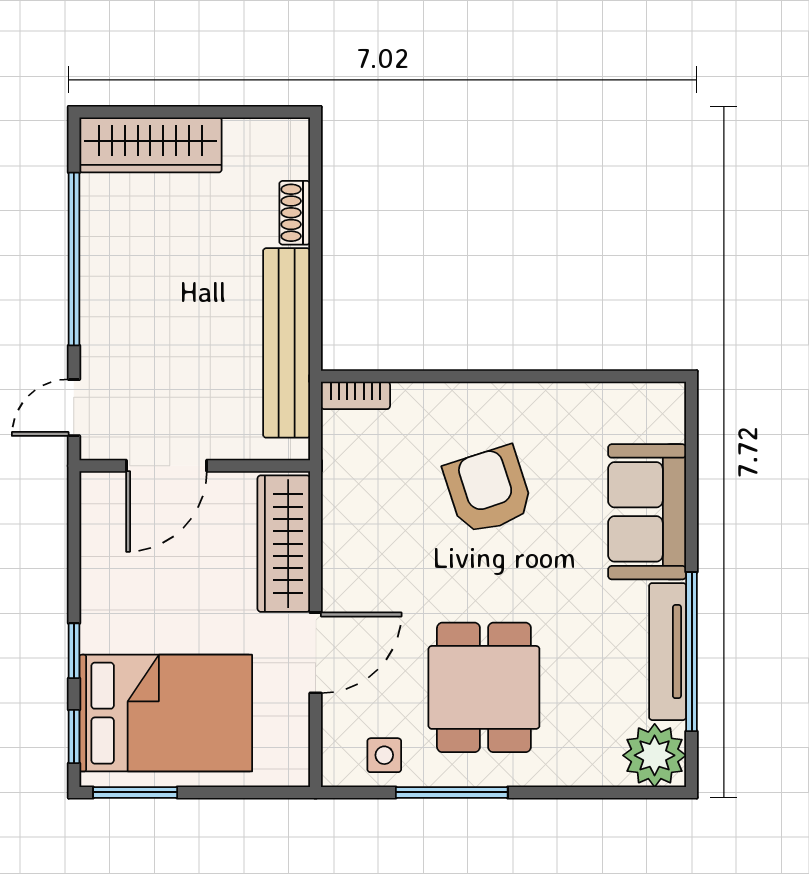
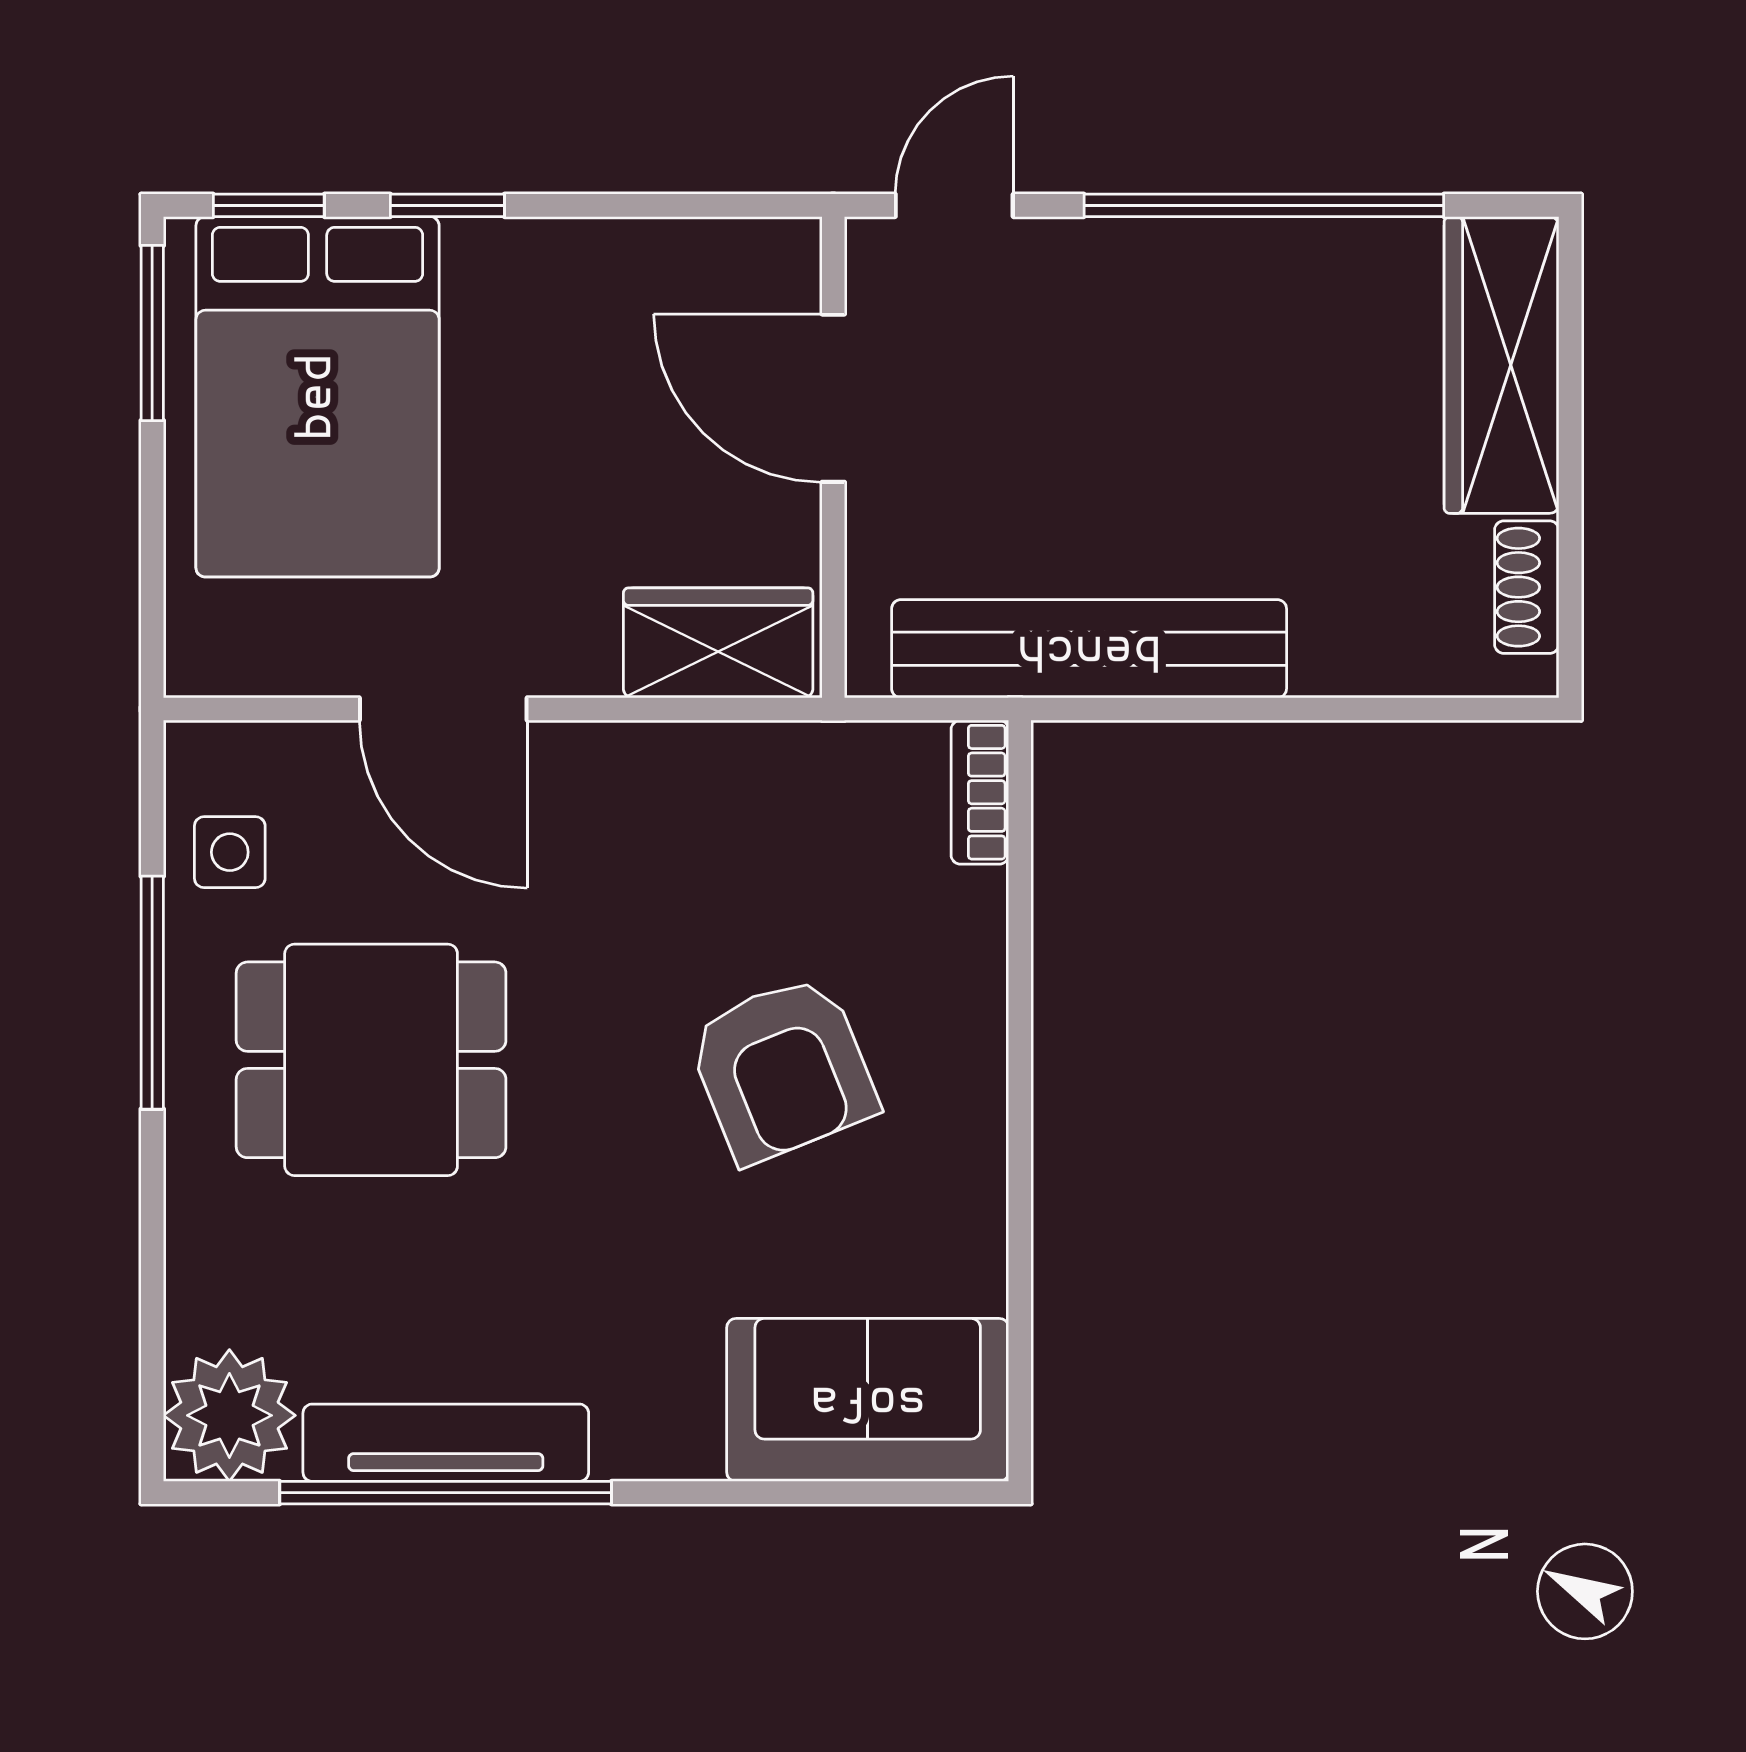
shoe rack: (295, 213) -> (1527, 587), moved, turned -90
door: (74, 408) -> (954, 205), hinge flipped
armchair: (488, 490) -> (782, 1069), turned 86
sofa: (647, 512) -> (868, 1400), moved
wardrobe: (284, 544) -> (718, 643), width x0.67

